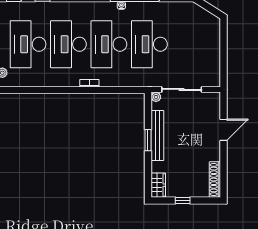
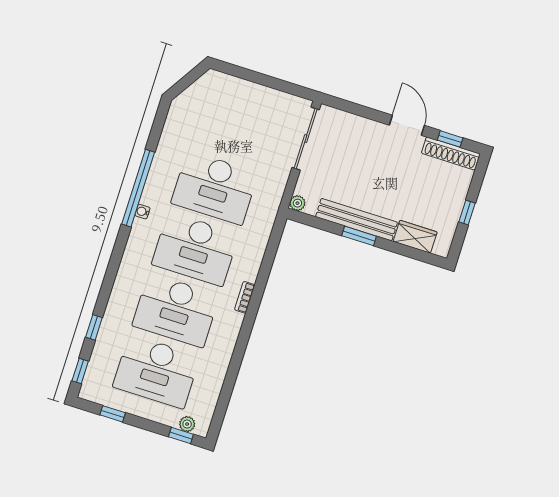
sliding door: (182, 89) -> (306, 139), moved
door: (224, 130) -> (407, 125), moved
window: (224, 176) -> (450, 139), added
wardrobe: (158, 185) -> (415, 237), moved

